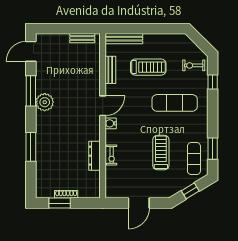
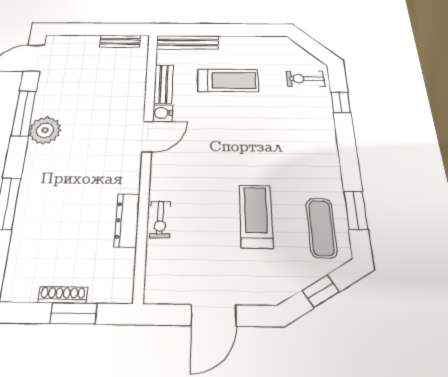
exercise mat: (175, 103) -> (277, 133), removed
water cooler: (111, 123) -> (163, 113), moved
window: (60, 203) -> (73, 313), moved

